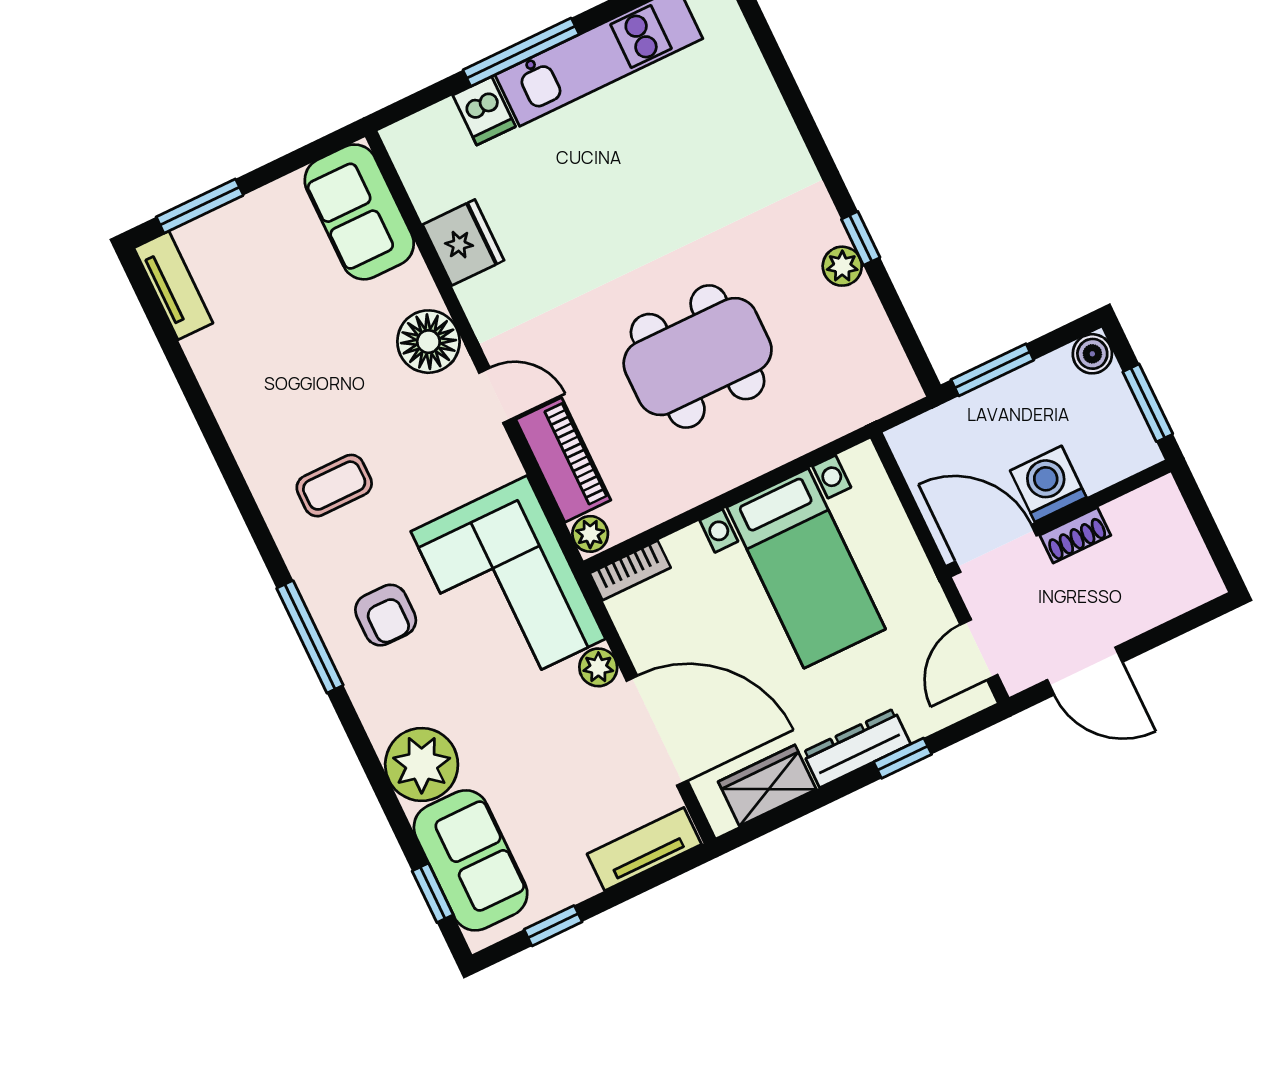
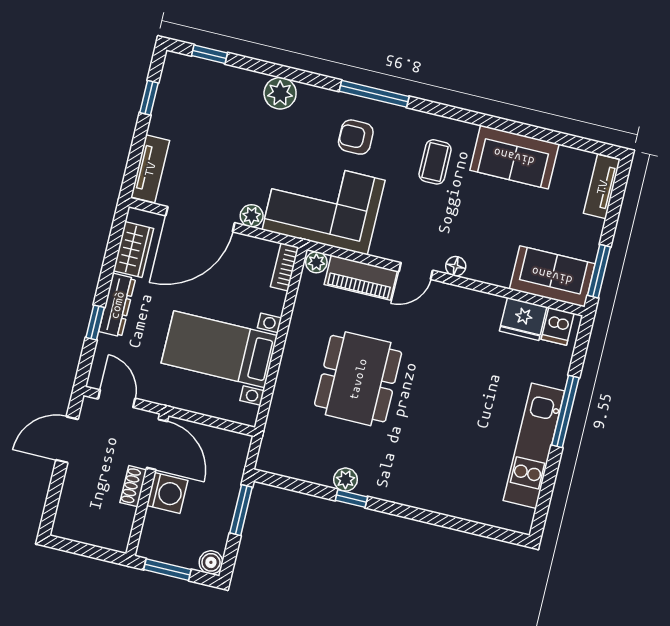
dishwasher: (484, 111) -> (558, 326), moved, turned -90
window: (200, 206) -> (599, 271), moved
fridge: (463, 243) -> (523, 319), moved
tv unit: (173, 285) -> (602, 187), moved, turned 90
floor lamp: (428, 342) -> (456, 266), width x0.53, depth x0.53
door: (996, 548) -> (157, 445), hinge flipped
plant: (422, 764) -> (280, 93), width x0.73, depth x0.73
sofa: (471, 860) -> (514, 157), moved

